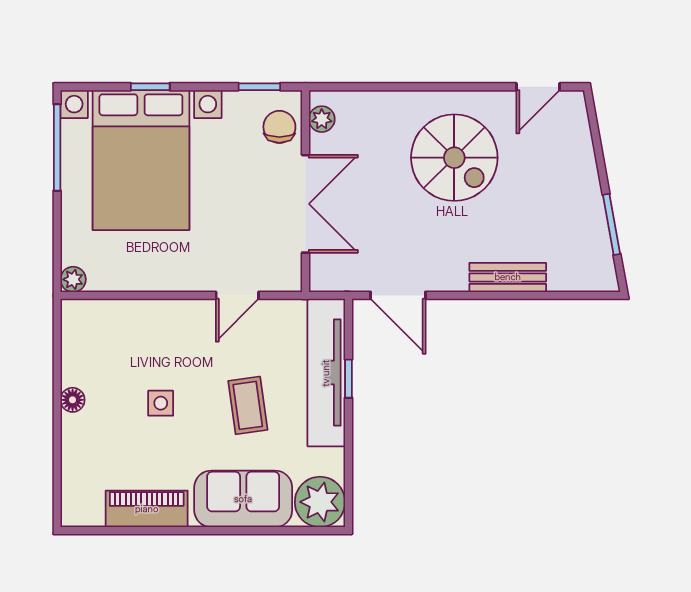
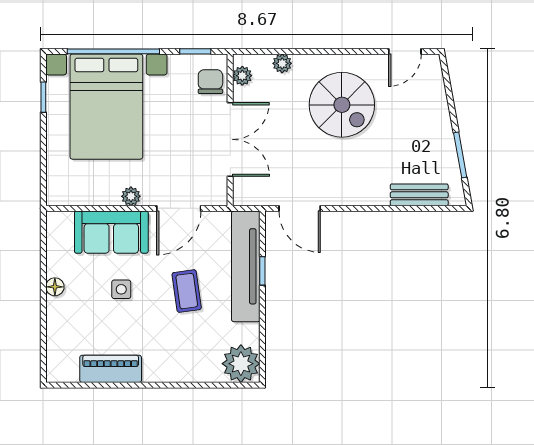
window: (150, 87) -> (113, 51), width x3.17
plant: (375, 103) -> (282, 63), added
window: (57, 147) -> (43, 97), width x0.46
bench: (508, 277) -> (419, 195), moved
plant: (73, 279) -> (131, 196), moved
door: (237, 295) -> (179, 208), width x1.38
sofa: (243, 499) -> (111, 232), moved, turned 180

